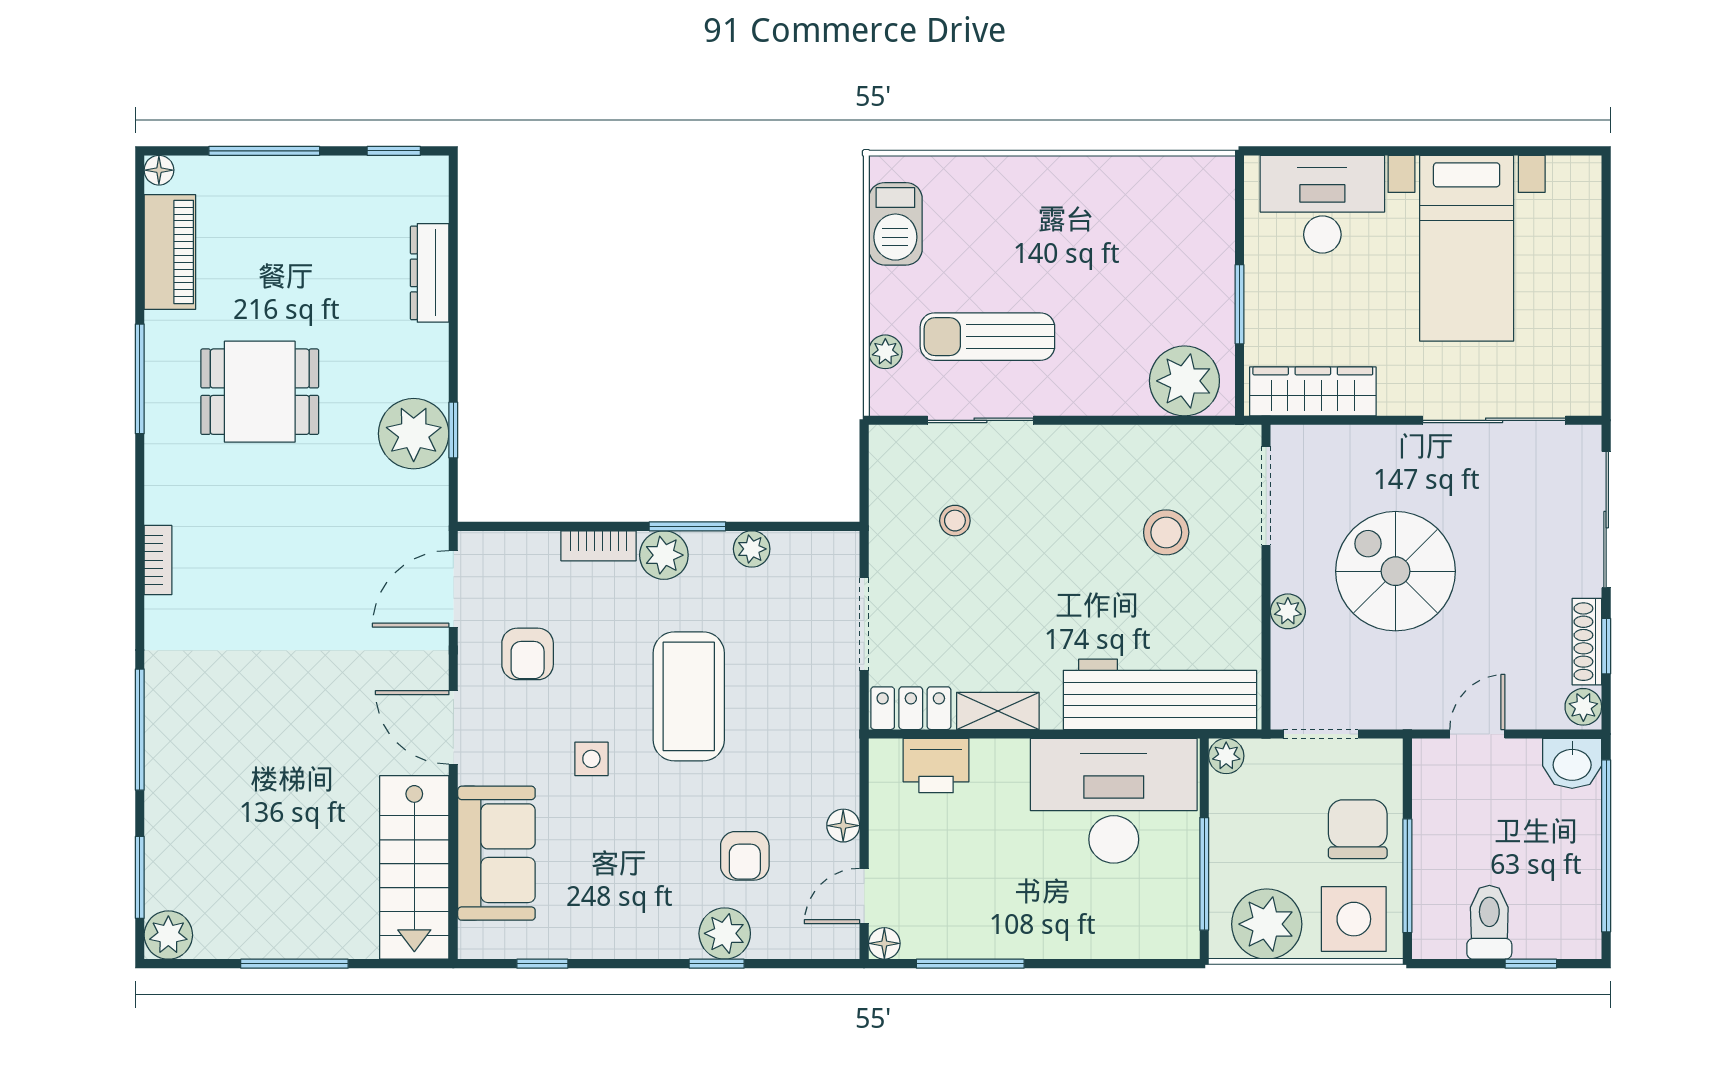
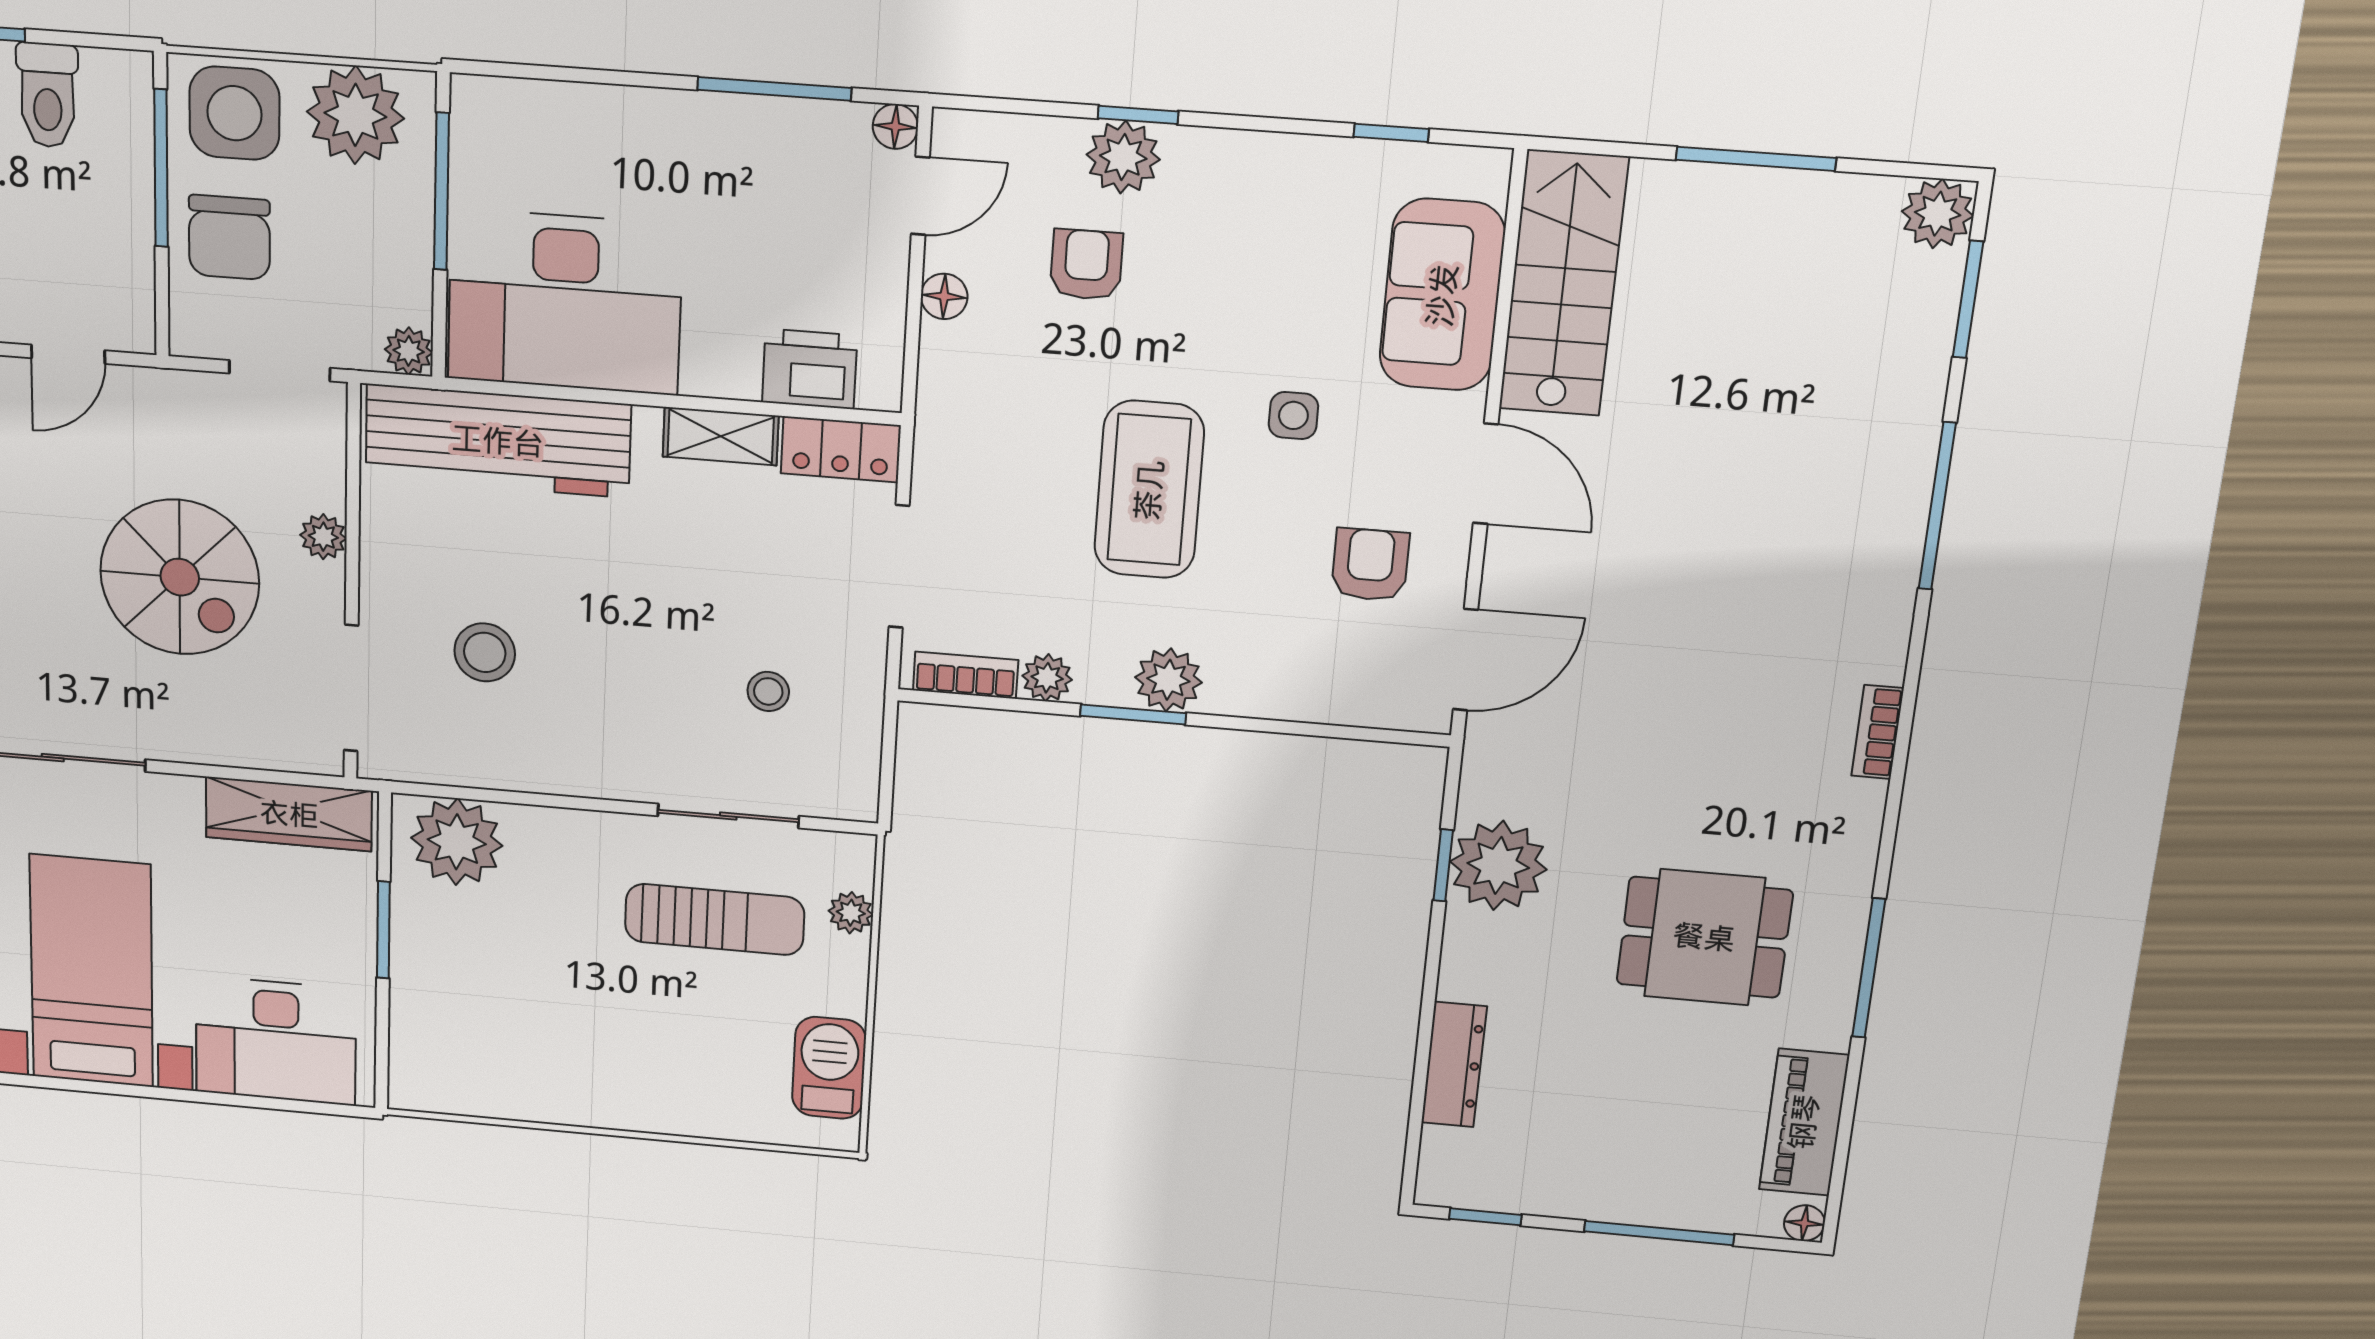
bookcase: (598, 546) -> (966, 675), moved

